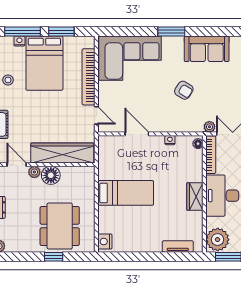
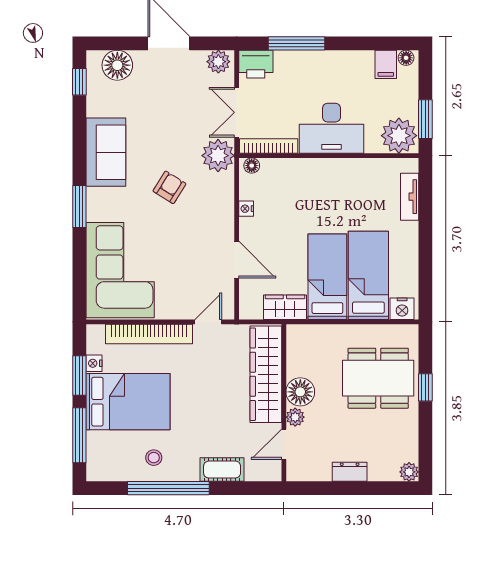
nightstand: (19, 41) -> (94, 363), moved
plant: (209, 127) -> (218, 156), width x1.88, depth x1.88
door: (137, 134) -> (237, 260), swing flipped
wardrobe: (195, 197) -> (285, 307), moved, turned 180
bed: (127, 220) -> (368, 275), added

